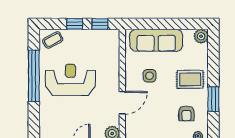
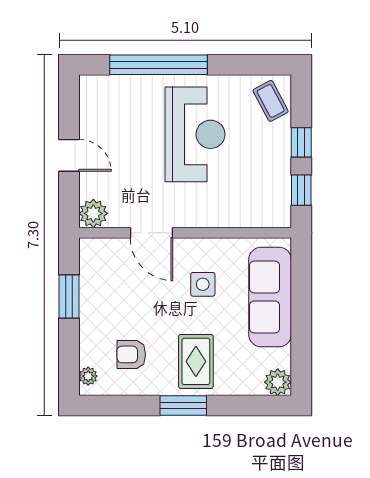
window: (34, 76) -> (159, 65), moved
window: (213, 99) -> (183, 406), moved

